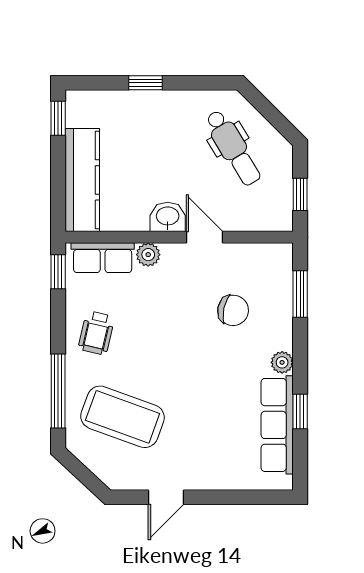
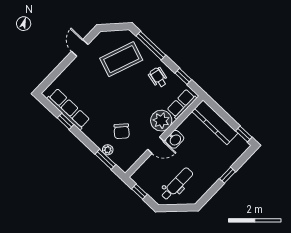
dental chair: (233, 148) -> (177, 184), turned 121
plant: (148, 255) -> (161, 121), width x1.87, depth x1.87
window: (58, 272) -> (183, 76), moved
chair: (233, 310) -> (122, 131), turned -59
plant: (282, 362) -> (108, 150), moved

